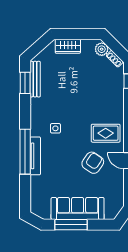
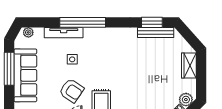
side table: (55, 128) -> (72, 59), moved
tv unit: (35, 156) -> (64, 33), moved
plant: (35, 206) -> (28, 32), added

